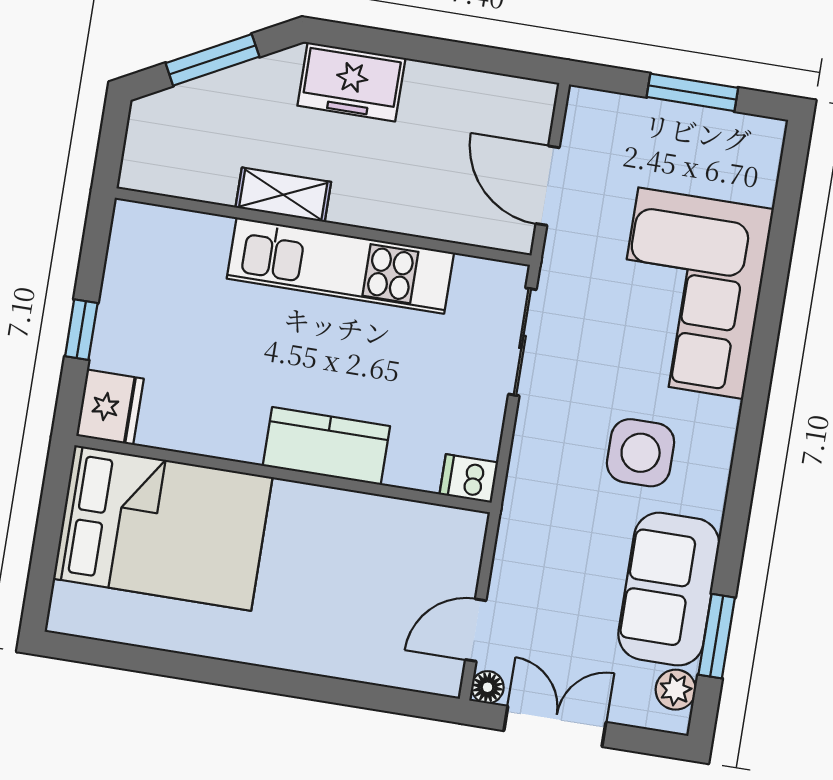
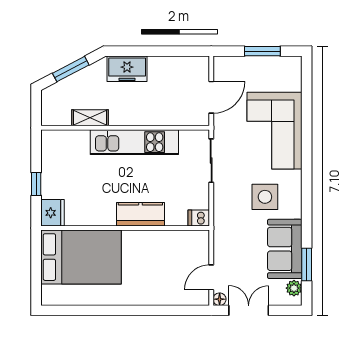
door: (548, 186) -> (211, 97), swing flipped
shelving: (283, 195) -> (90, 118), moved

